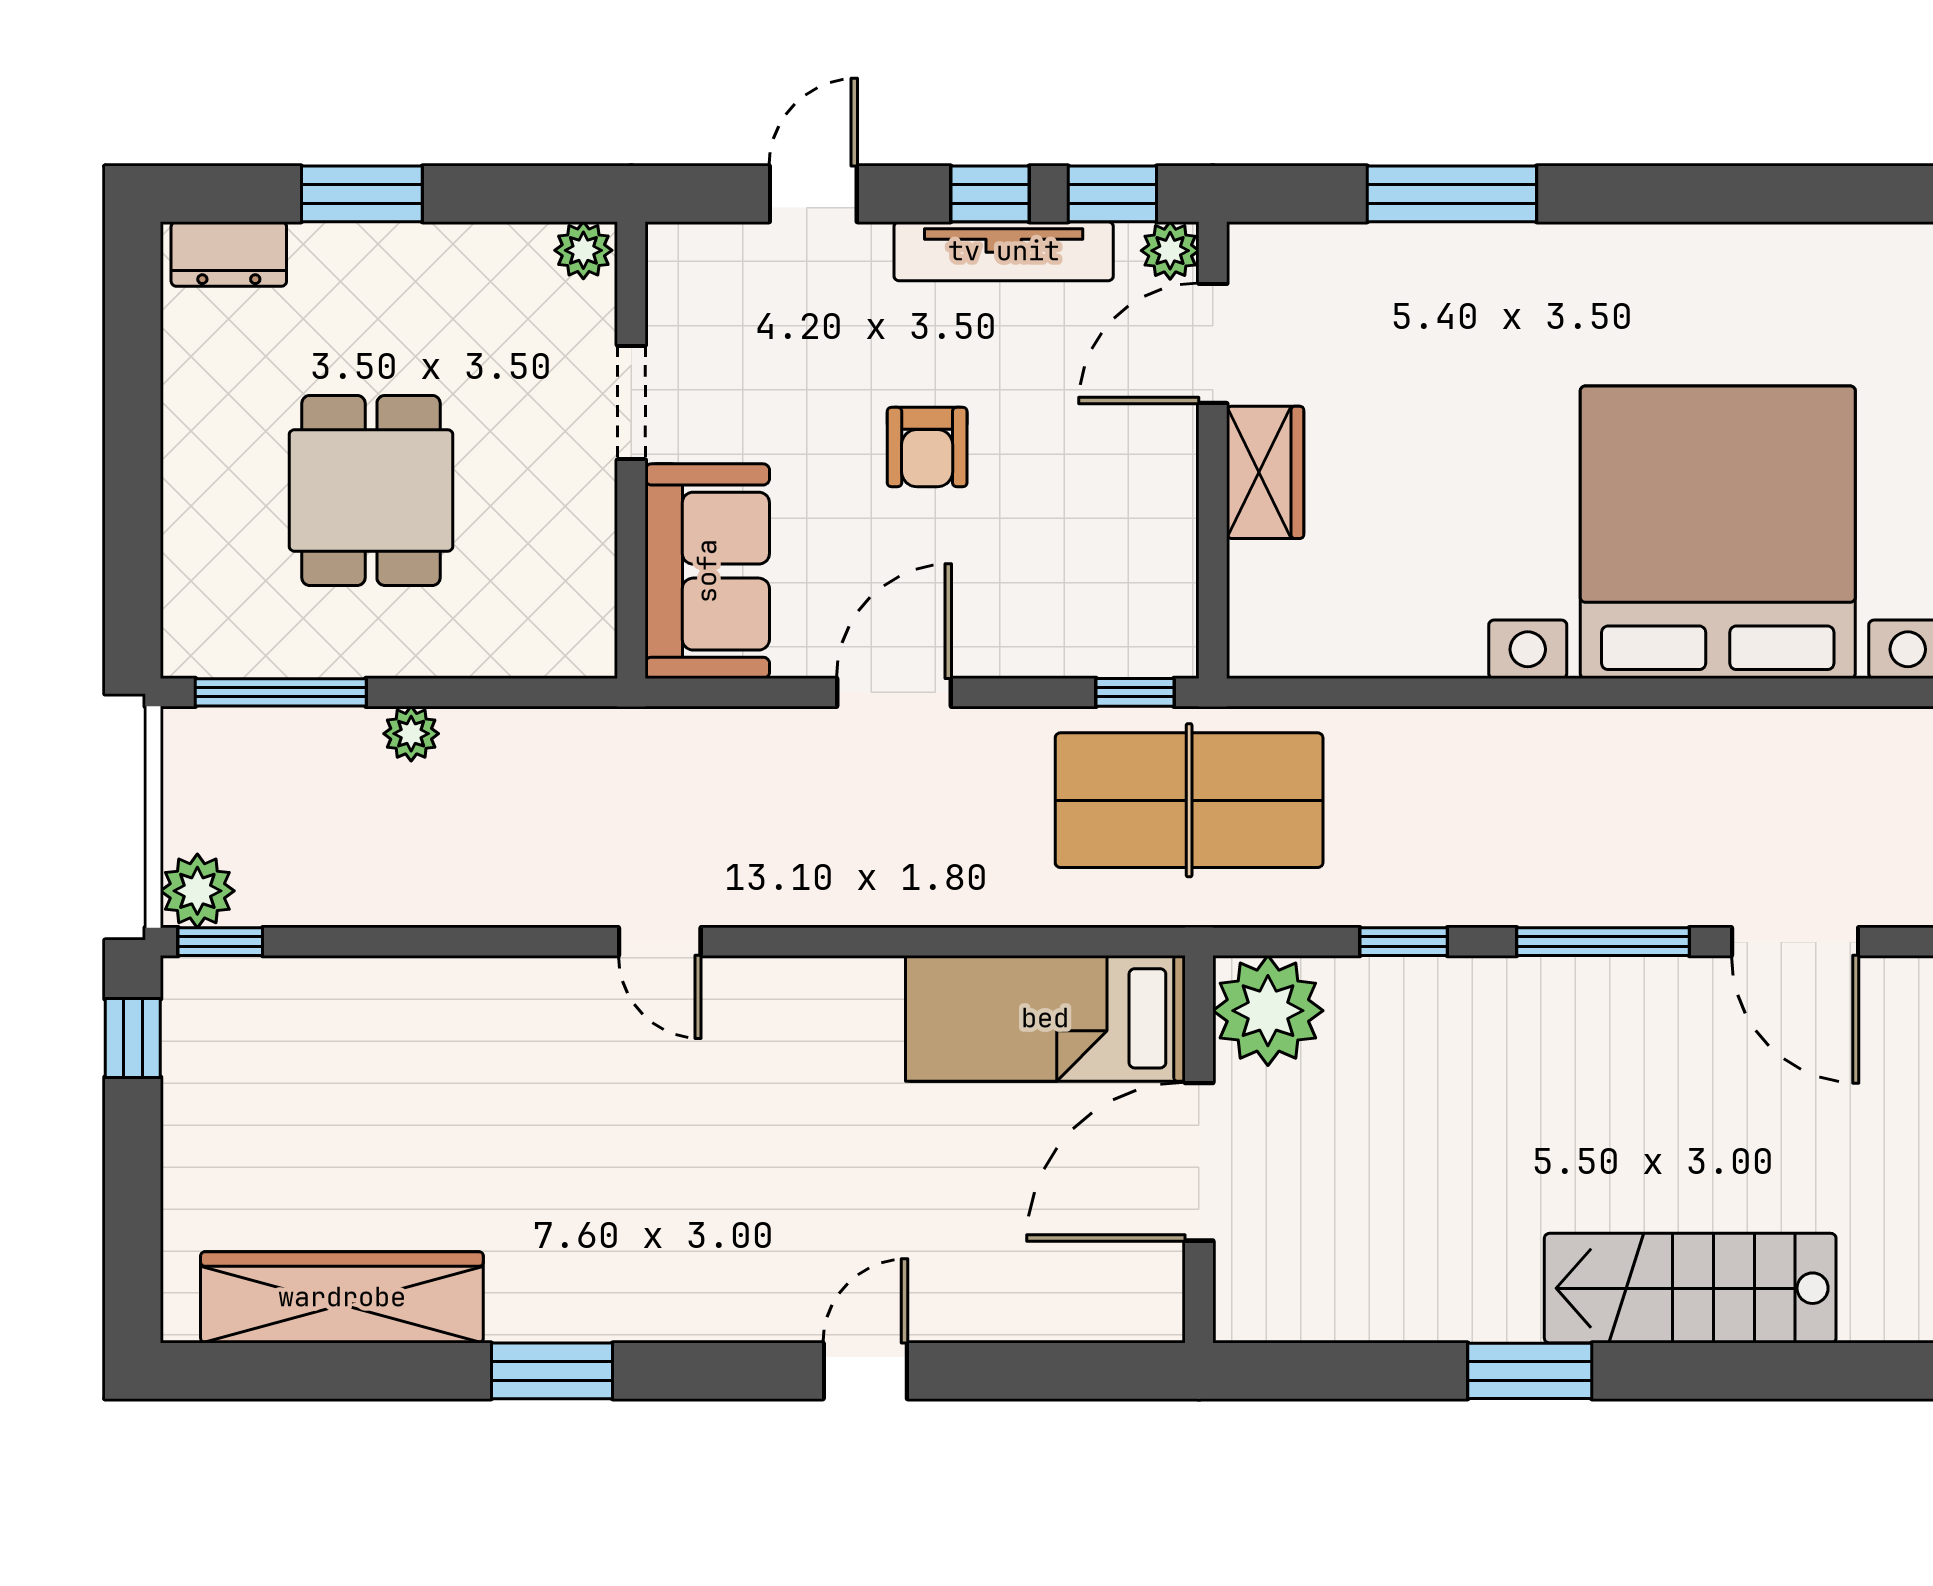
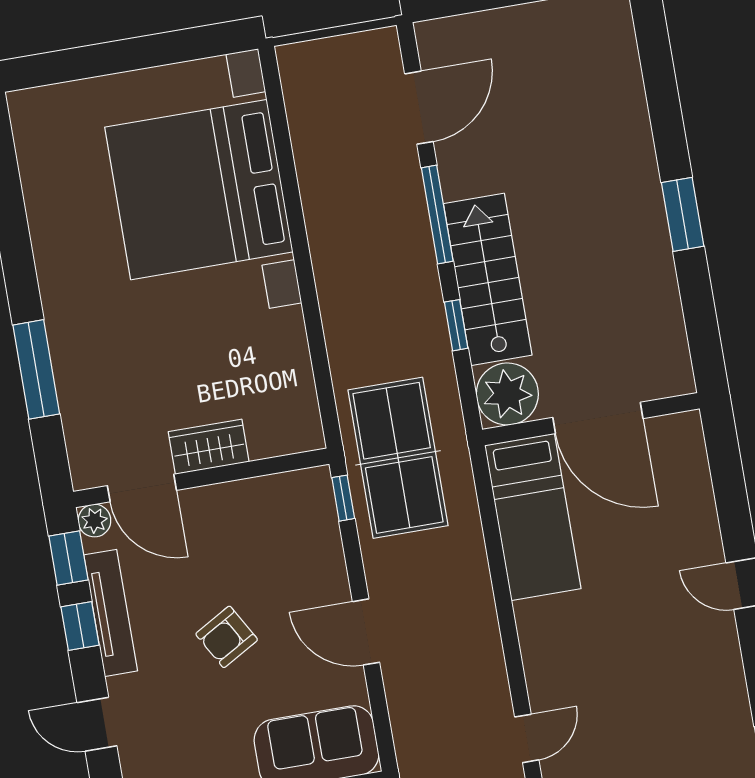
armchair: (927, 447) -> (227, 637), turned 150
stairs: (1690, 1288) -> (488, 279), moved, turned 180

